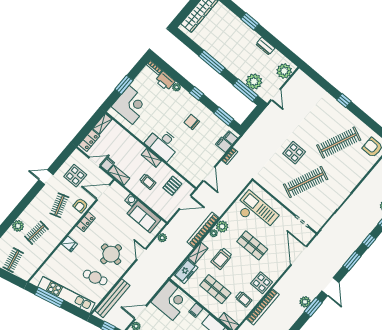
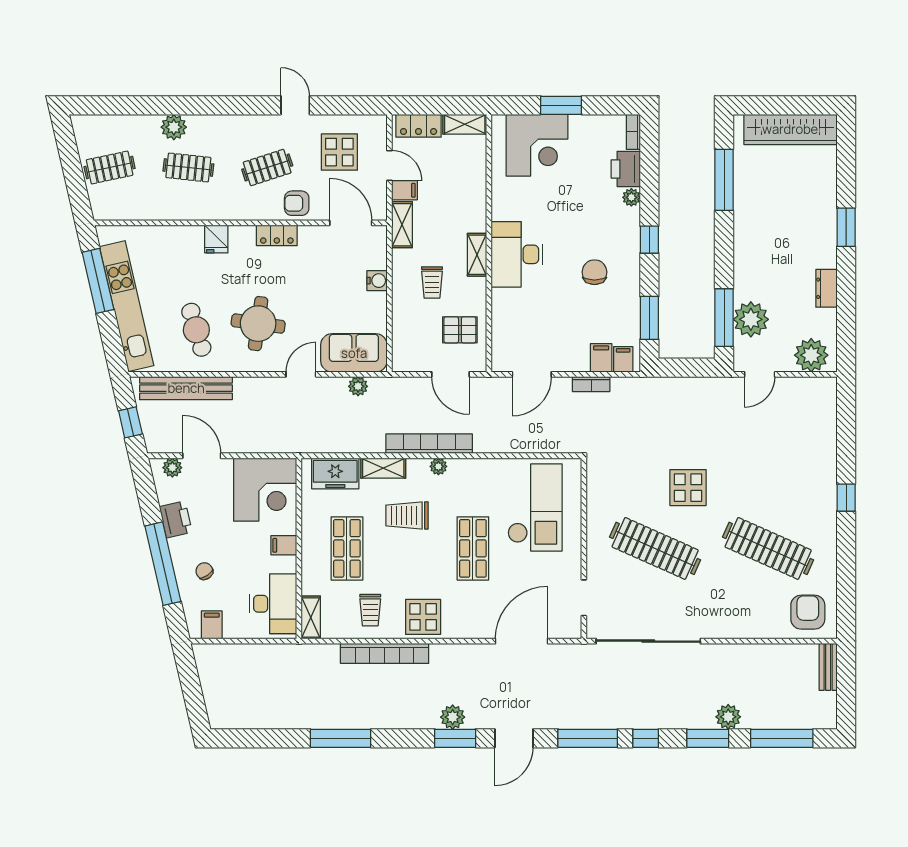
window: (212, 62) -> (724, 180), moved
sofa: (144, 217) -> (354, 353), moved, turned 90
plant: (222, 227) -> (462, 471), removed
window: (352, 261) -> (588, 738), width x1.44

